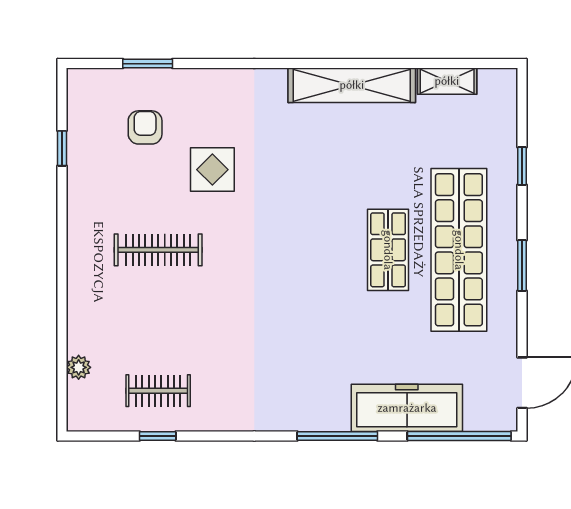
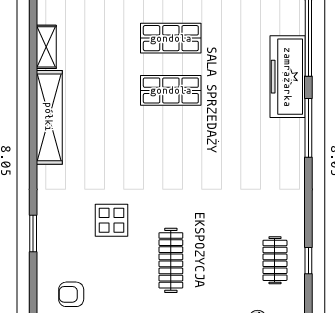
window: (148, 64) -> (33, 233), moved
armchair: (145, 127) -> (71, 294), moved
shop shelf: (459, 250) -> (171, 38), width x0.50, depth x0.74

